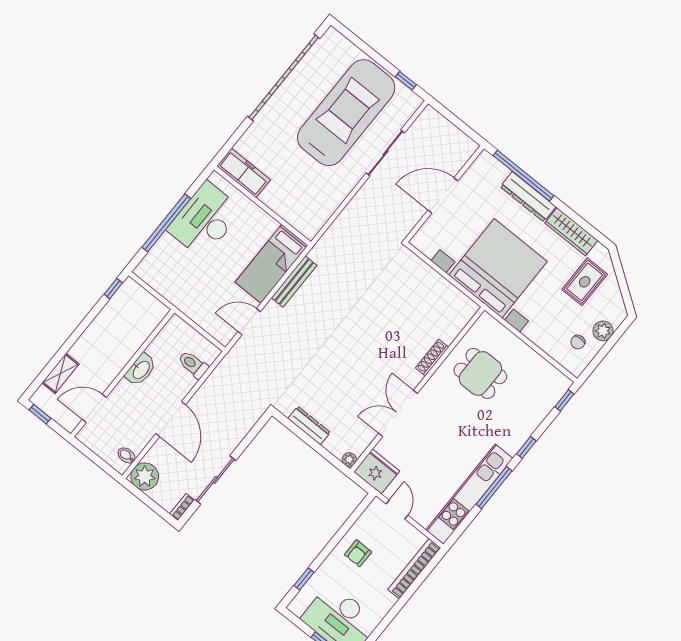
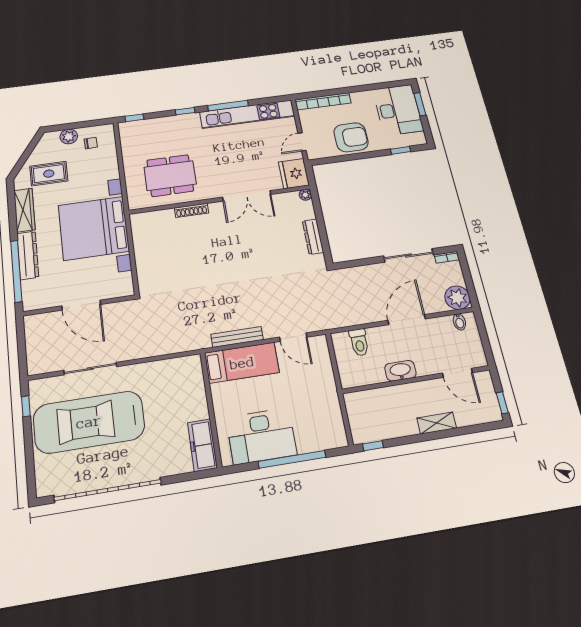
shelving: (60, 373) -> (437, 423), moved
dining table: (480, 373) -> (170, 176), width x1.38
armchair: (358, 553) -> (351, 137), width x1.88, depth x1.88

